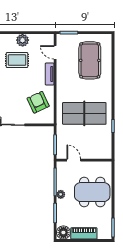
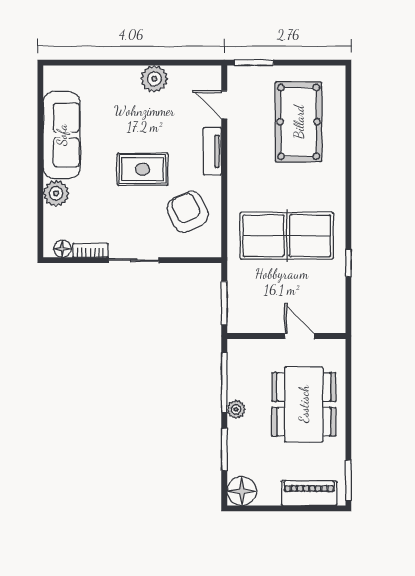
rug: (17, 60) -> (143, 169), moved
door: (74, 160) -> (299, 336), moved
dining table: (92, 192) -> (304, 404), turned 90
piano: (84, 233) -> (309, 493), moved

